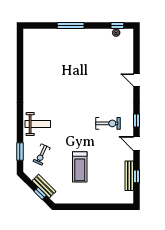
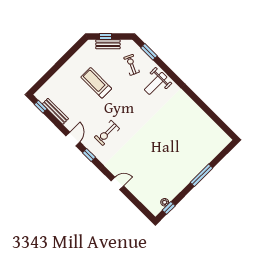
door: (137, 143) -> (73, 139), hinge flipped
window: (137, 176) -> (41, 107), moved

